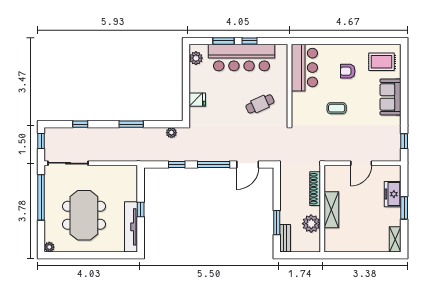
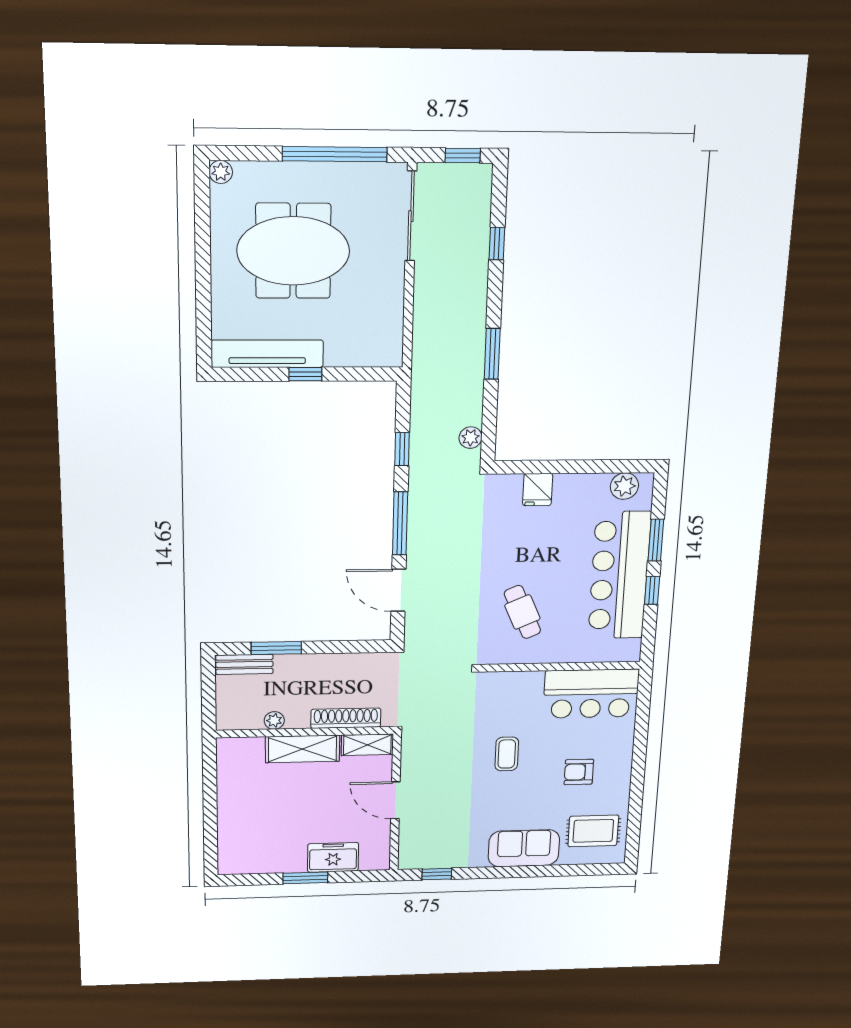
rug: (382, 62) -> (593, 831), turned 90
armchair: (348, 71) -> (579, 772), turned -90
plant: (311, 224) -> (274, 720), width x0.53, depth x0.53
shelving: (395, 239) -> (367, 745), moved

